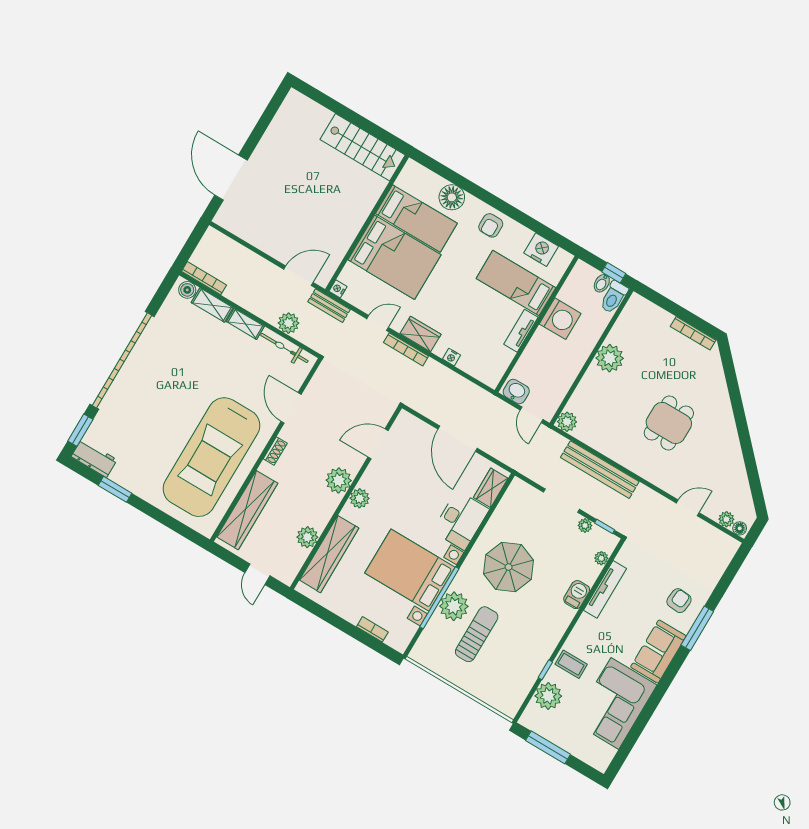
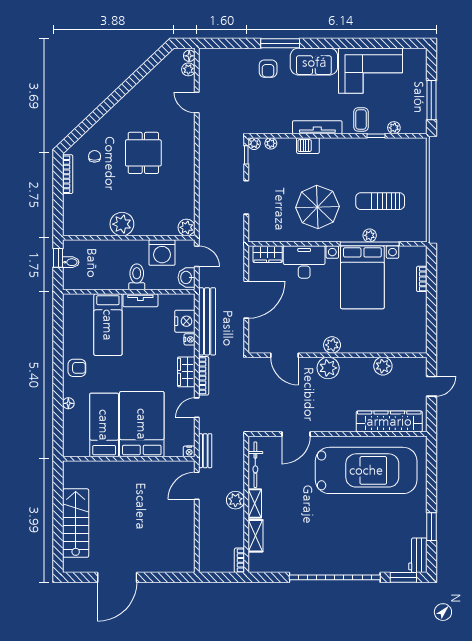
stairs: (363, 147) -> (76, 523), moved
door: (231, 178) -> (117, 577), moved
floor lamp: (452, 197) -> (68, 403), width x0.53, depth x0.53
nightstand: (541, 250) -> (185, 321), moved, turned 180
door: (299, 276) -> (197, 486), hinge flipped
bookcase: (204, 278) -> (239, 560), width x0.64
boiler: (187, 290) -> (255, 560), removed
toilet: (614, 297) -> (137, 277), moved, turned -90
washing machine: (560, 319) -> (162, 253), moved, turned 180
plant: (289, 323) -> (235, 500), moved
door: (378, 323) -> (197, 408), hinge flipped
chair: (695, 371) -> (95, 156), added
door: (532, 415) -> (197, 256), hinge flipped
dining table: (669, 423) -> (143, 153), turned 90
shoe rack: (275, 451) -> (334, 427), removed
bench: (600, 470) -> (207, 321), moved
plant: (585, 525) -> (254, 144), moved
wardrobe: (329, 554) -> (386, 343), removed
tv unit: (605, 589) -> (317, 127), moved
armchair: (679, 601) -> (268, 69), turned -95
plant: (454, 606) -> (370, 235), width x0.53, depth x0.53
plant: (548, 696) -> (394, 128), width x0.53, depth x0.53

